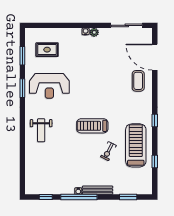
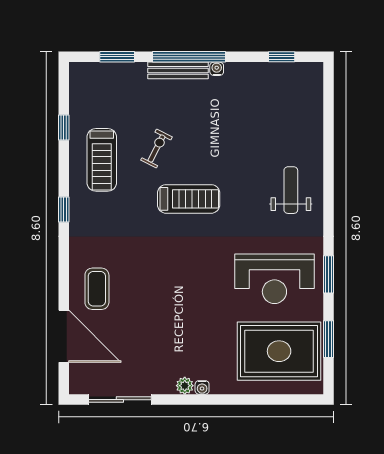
rug: (47, 50) -> (279, 351), width x1.86, depth x2.06
reception desk: (49, 86) -> (274, 279), turned 180
treadmill: (136, 145) -> (102, 160), width x0.73, depth x0.73
window: (79, 197) -> (189, 57), moved

